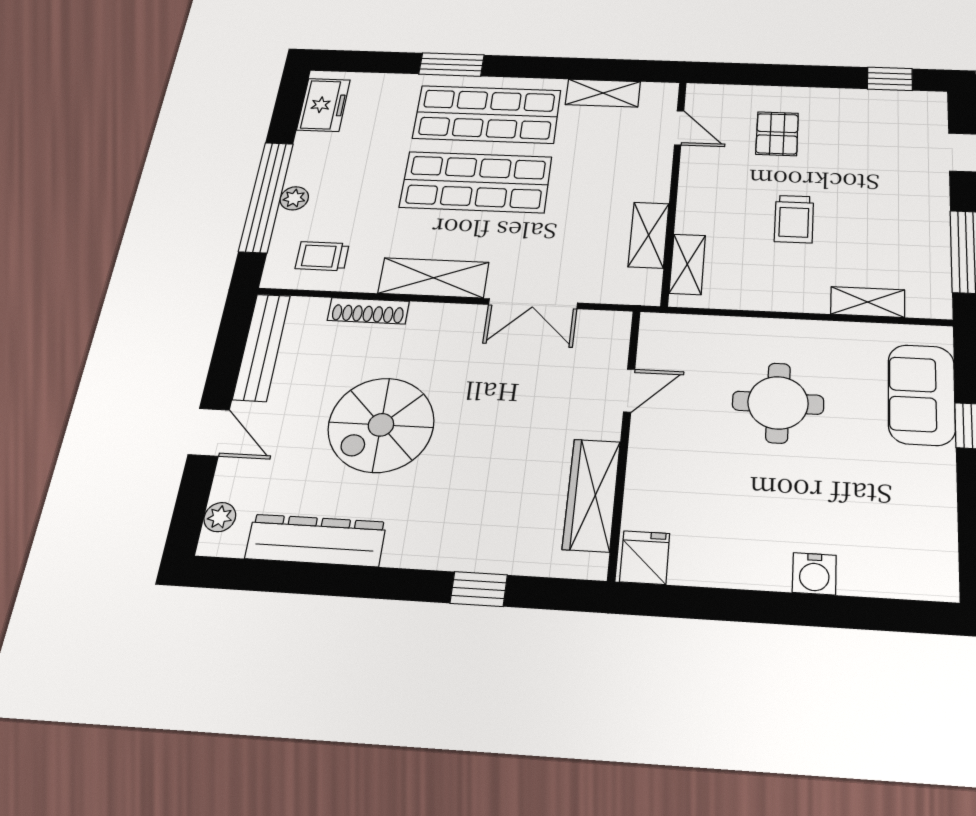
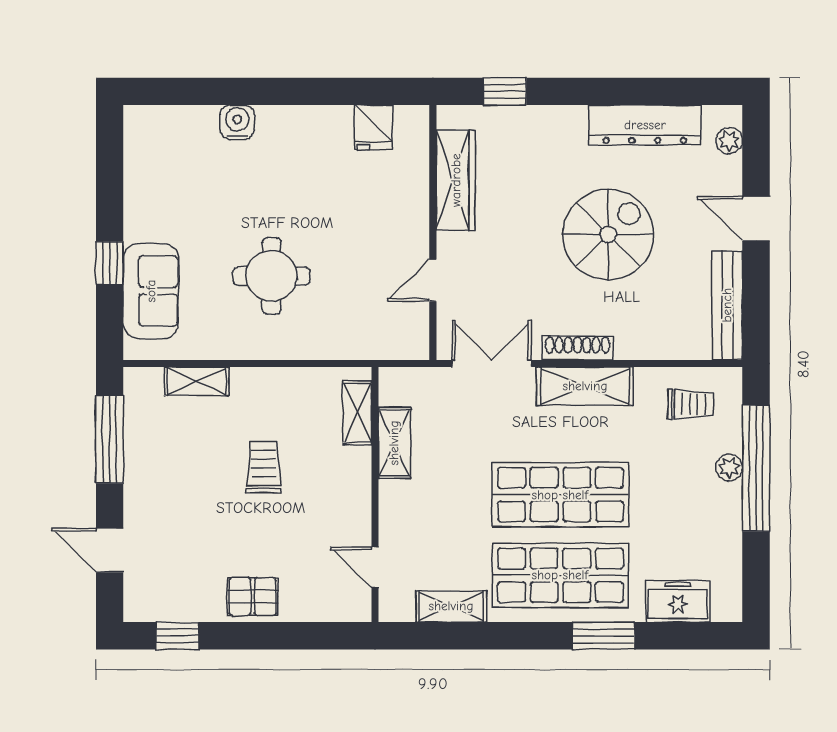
freezer: (324, 105) -> (678, 601), moved, turned 90
pallet: (777, 134) -> (253, 597), moved, turned 90
shoe rack: (368, 311) -> (577, 348), moved
door: (629, 391) -> (433, 280), moved
wall: (624, 440) -> (433, 233), moved
wardrobe: (592, 495) -> (456, 180), moved

